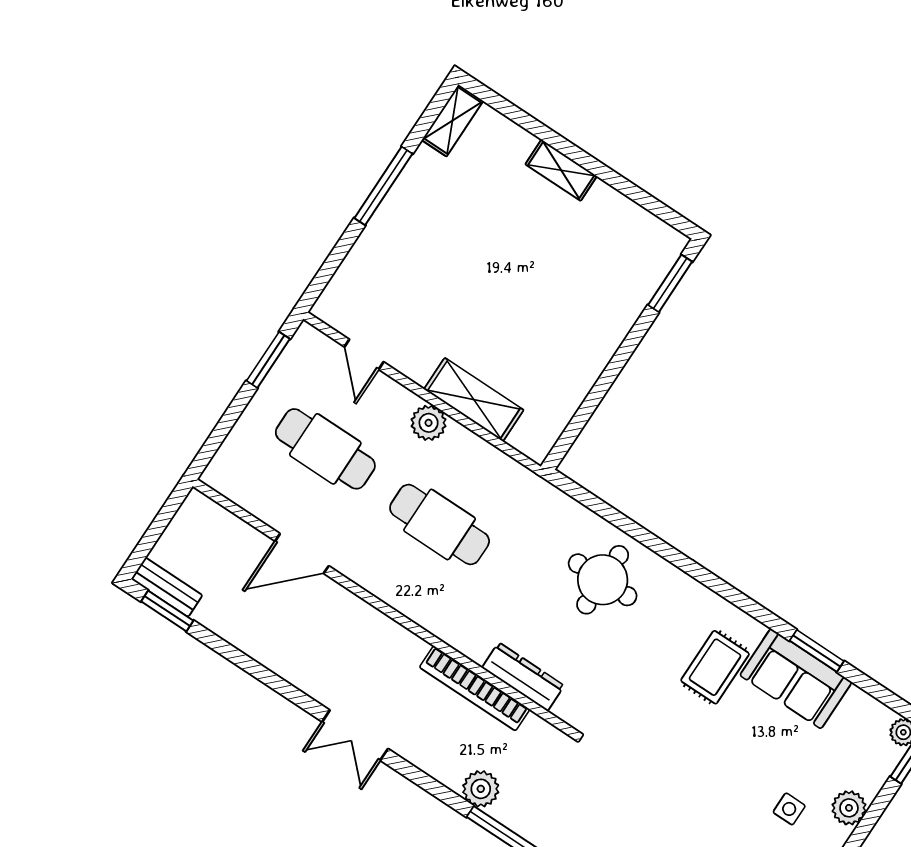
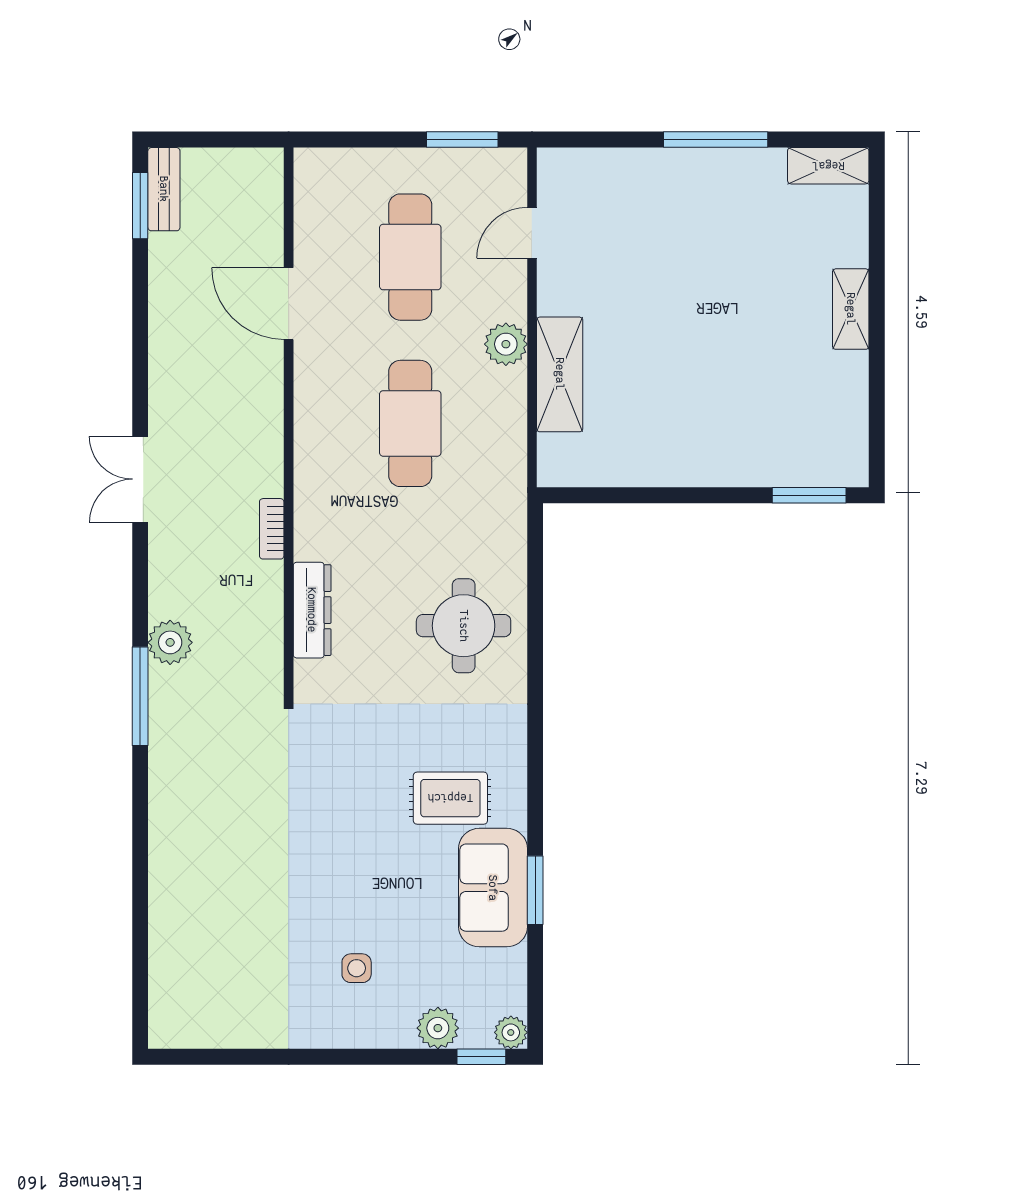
bookcase: (475, 688) -> (272, 529), width x0.43, depth x0.76
plant: (849, 808) -> (438, 1028), moved

